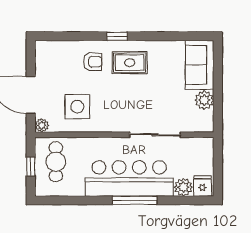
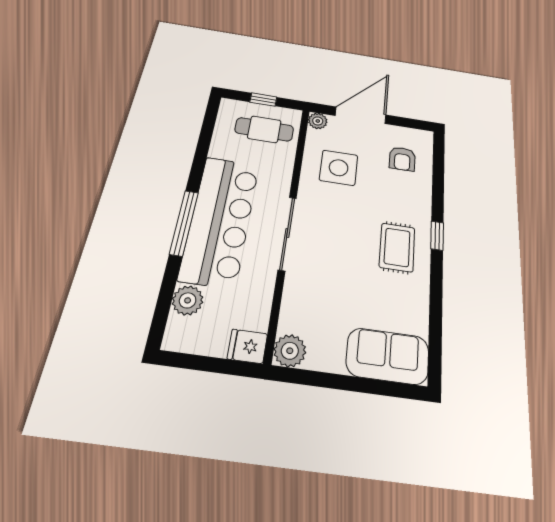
armchair: (93, 62) -> (402, 159), moved
plant: (204, 100) -> (290, 351), moved
sliding door: (155, 135) -> (287, 233), moved
fridge: (202, 186) -> (247, 346), moved, turned 180

